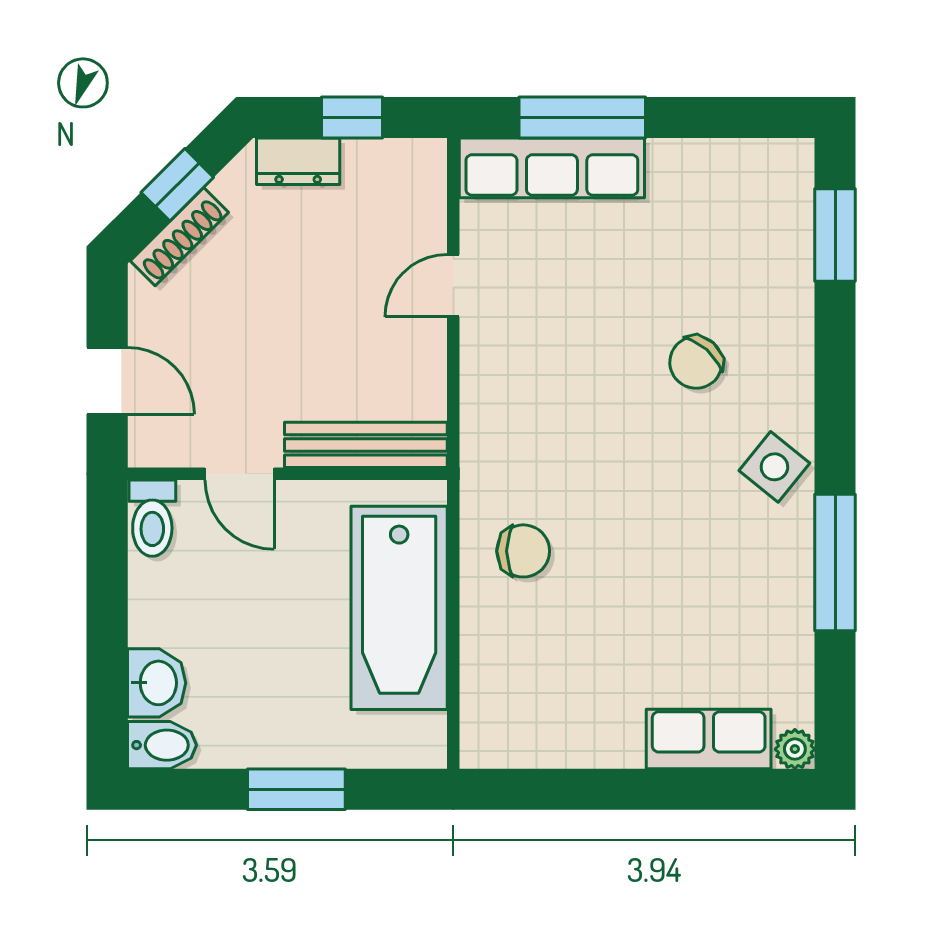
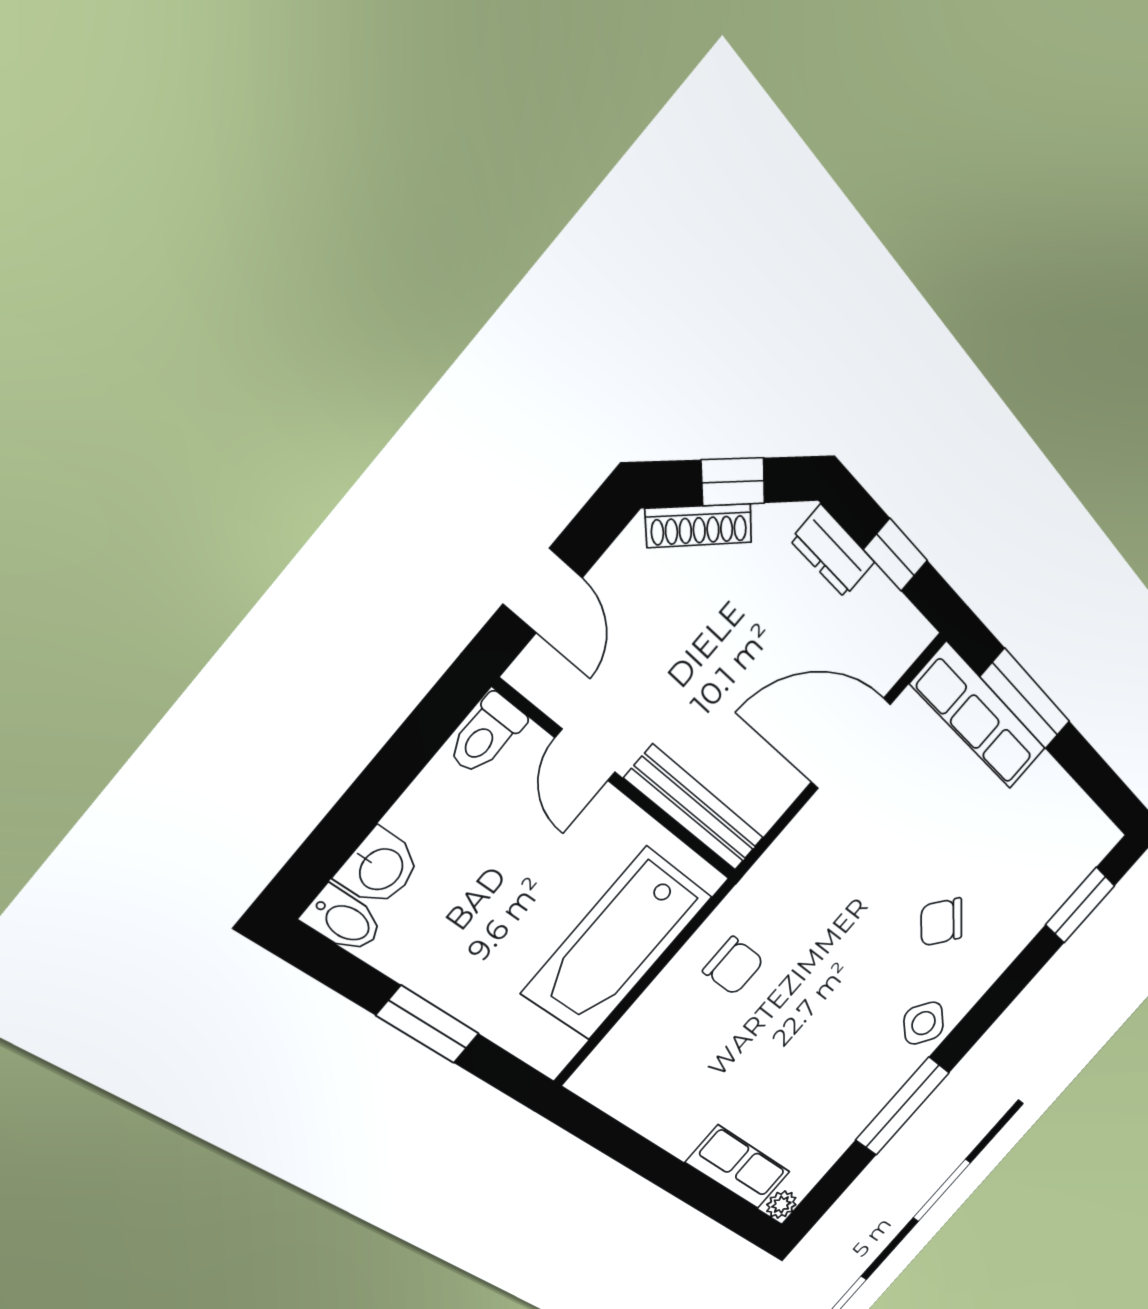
door: (453, 286) -> (851, 743), width x1.88

